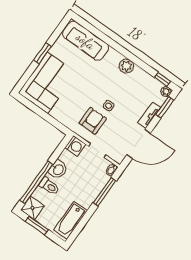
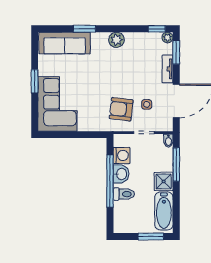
window: (108, 41) -> (84, 29), added
side table: (109, 106) -> (147, 104), moved
armchair: (93, 121) -> (121, 109), turned -83
washing machine: (75, 146) -> (122, 155), moved
window: (36, 182) -> (110, 181), moved
shower: (32, 208) -> (164, 181), moved
window: (37, 225) -> (151, 237), moved

